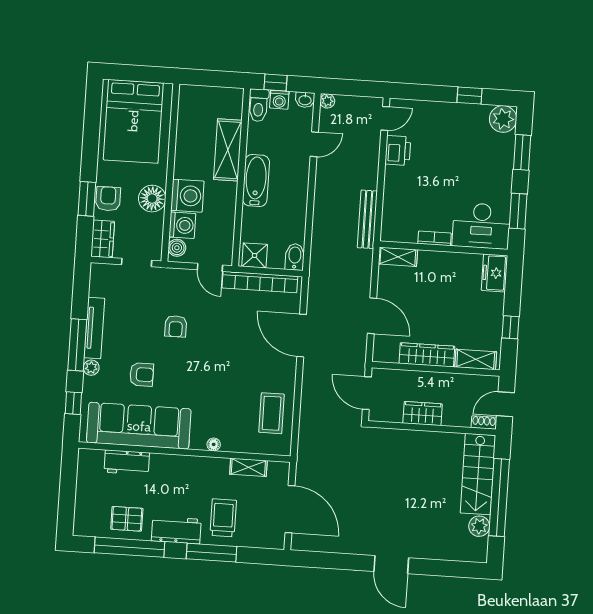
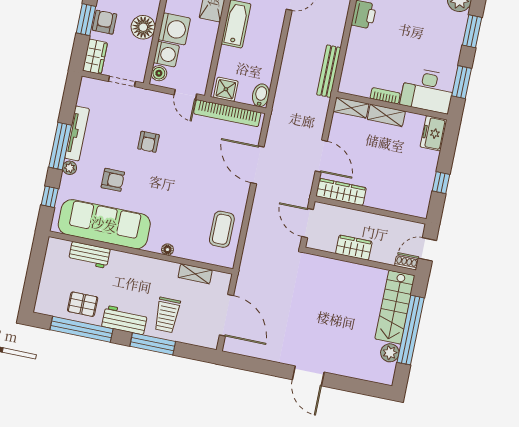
wardrobe: (427, 355) -> (341, 192), moved
shelving: (476, 359) -> (386, 115), moved
trolley: (223, 518) -> (167, 315), turned 180

